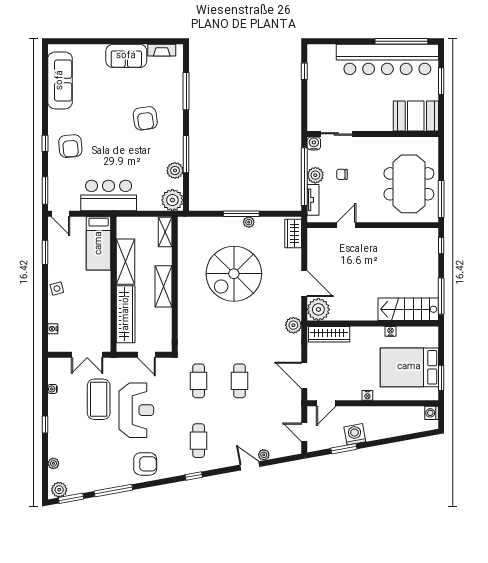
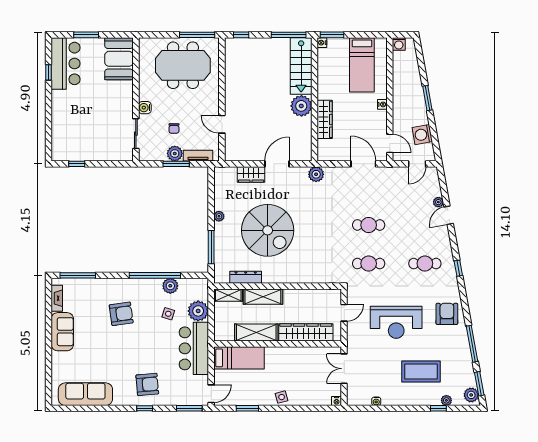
window: (401, 41) -> (49, 72), width x0.32
bar counter: (387, 59) -> (66, 63), width x0.54
window: (186, 91) -> (78, 275), moved
water cooler: (314, 143) -> (145, 108), moved
window: (186, 154) -> (155, 275), width x1.46
side table: (145, 168) -> (168, 314), added
window: (304, 177) -> (176, 164), width x0.47
plant: (172, 200) -> (198, 311), moved
window: (241, 214) -> (211, 247), moved
wardrobe: (293, 234) -> (251, 174), moved
dresser: (184, 250) -> (246, 277), added
shelving: (164, 286) -> (263, 297), moved
plant: (318, 309) -> (301, 106), moved
nightstand: (53, 329) -> (337, 401), moved
nightstand: (390, 331) -> (322, 43), moved
wardrobe: (329, 334) -> (325, 119), moved
double door: (87, 355) -> (344, 369), swing flipped
bed: (409, 367) -> (362, 65), width x0.67
door: (304, 375) -> (363, 164), swing flipped
window: (441, 378) -> (332, 35), moved
coffee table: (99, 399) -> (421, 371), moved
reception desk: (136, 410) -> (396, 322), turned 180
window: (45, 425) -> (438, 408), moved
washing machine: (355, 434) -> (422, 135), moved
window: (344, 449) -> (427, 98), moved

